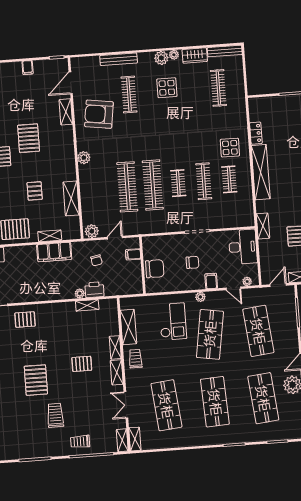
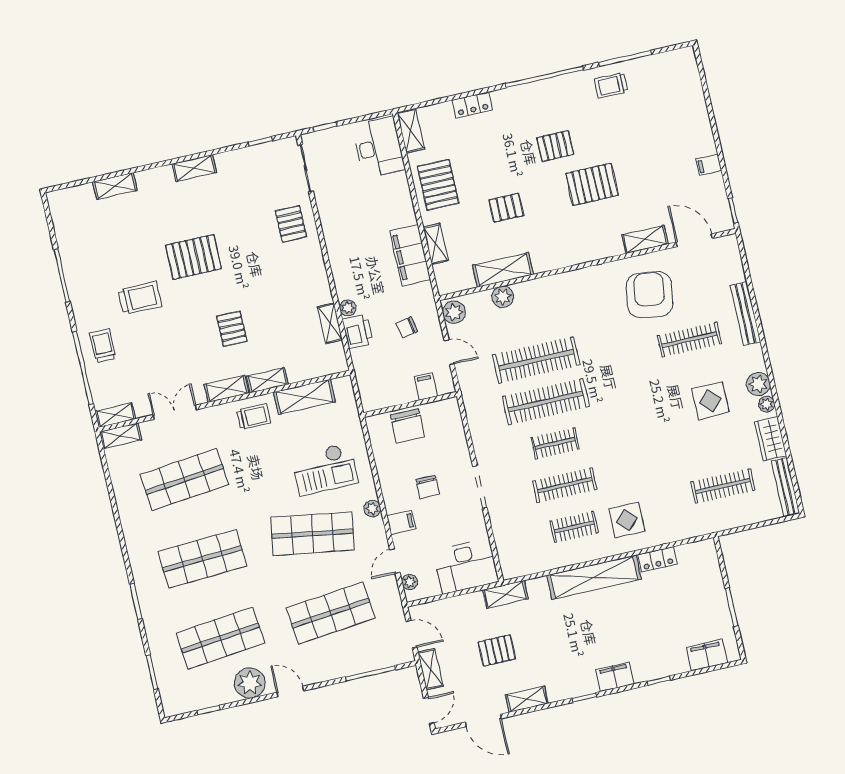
plant: (84, 158) -> (503, 297), moved

